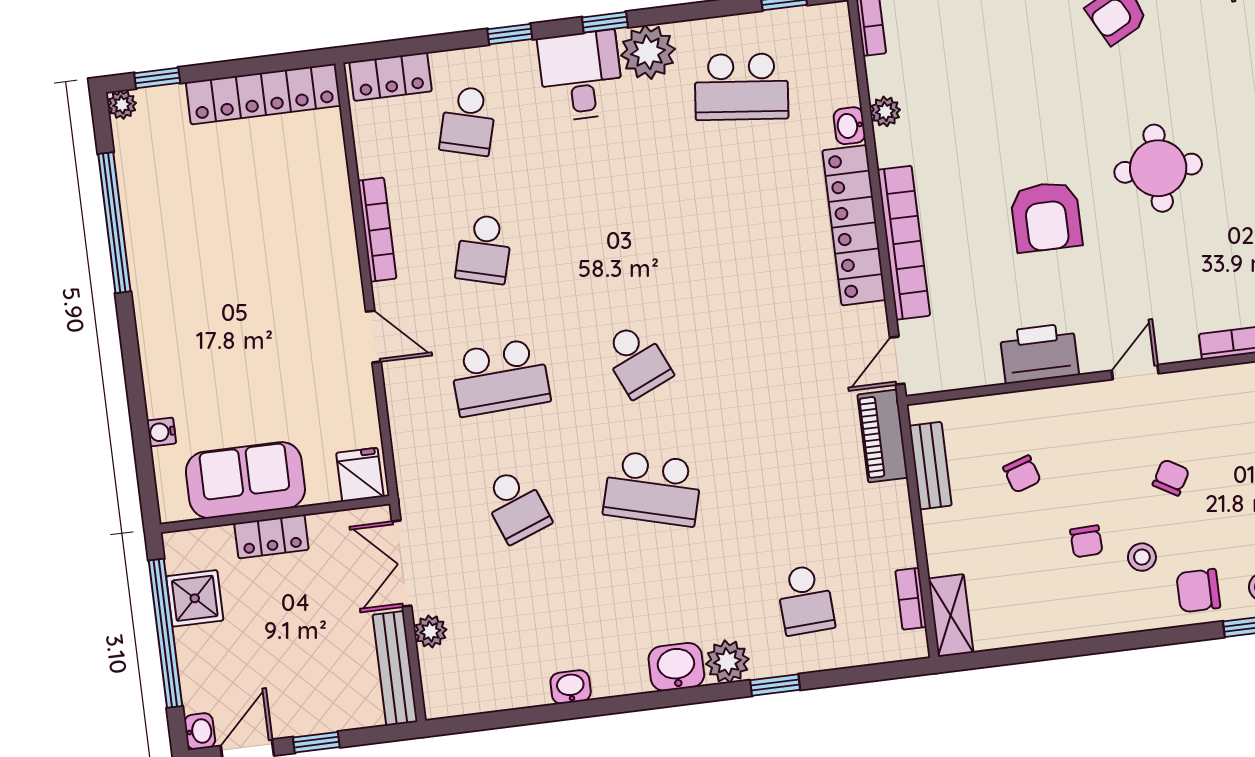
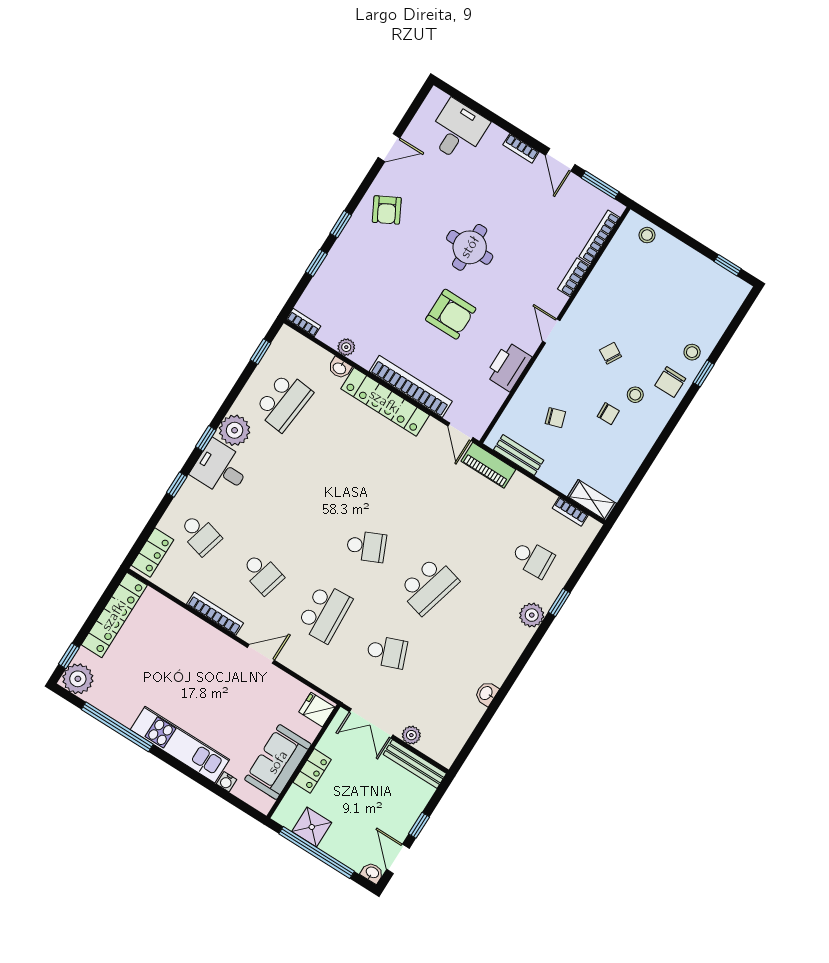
plant: (122, 105) -> (78, 679), width x1.88, depth x1.88
kitchen unit: (160, 328) -> (180, 745), added
washbasin: (676, 667) -> (516, 640), removed

